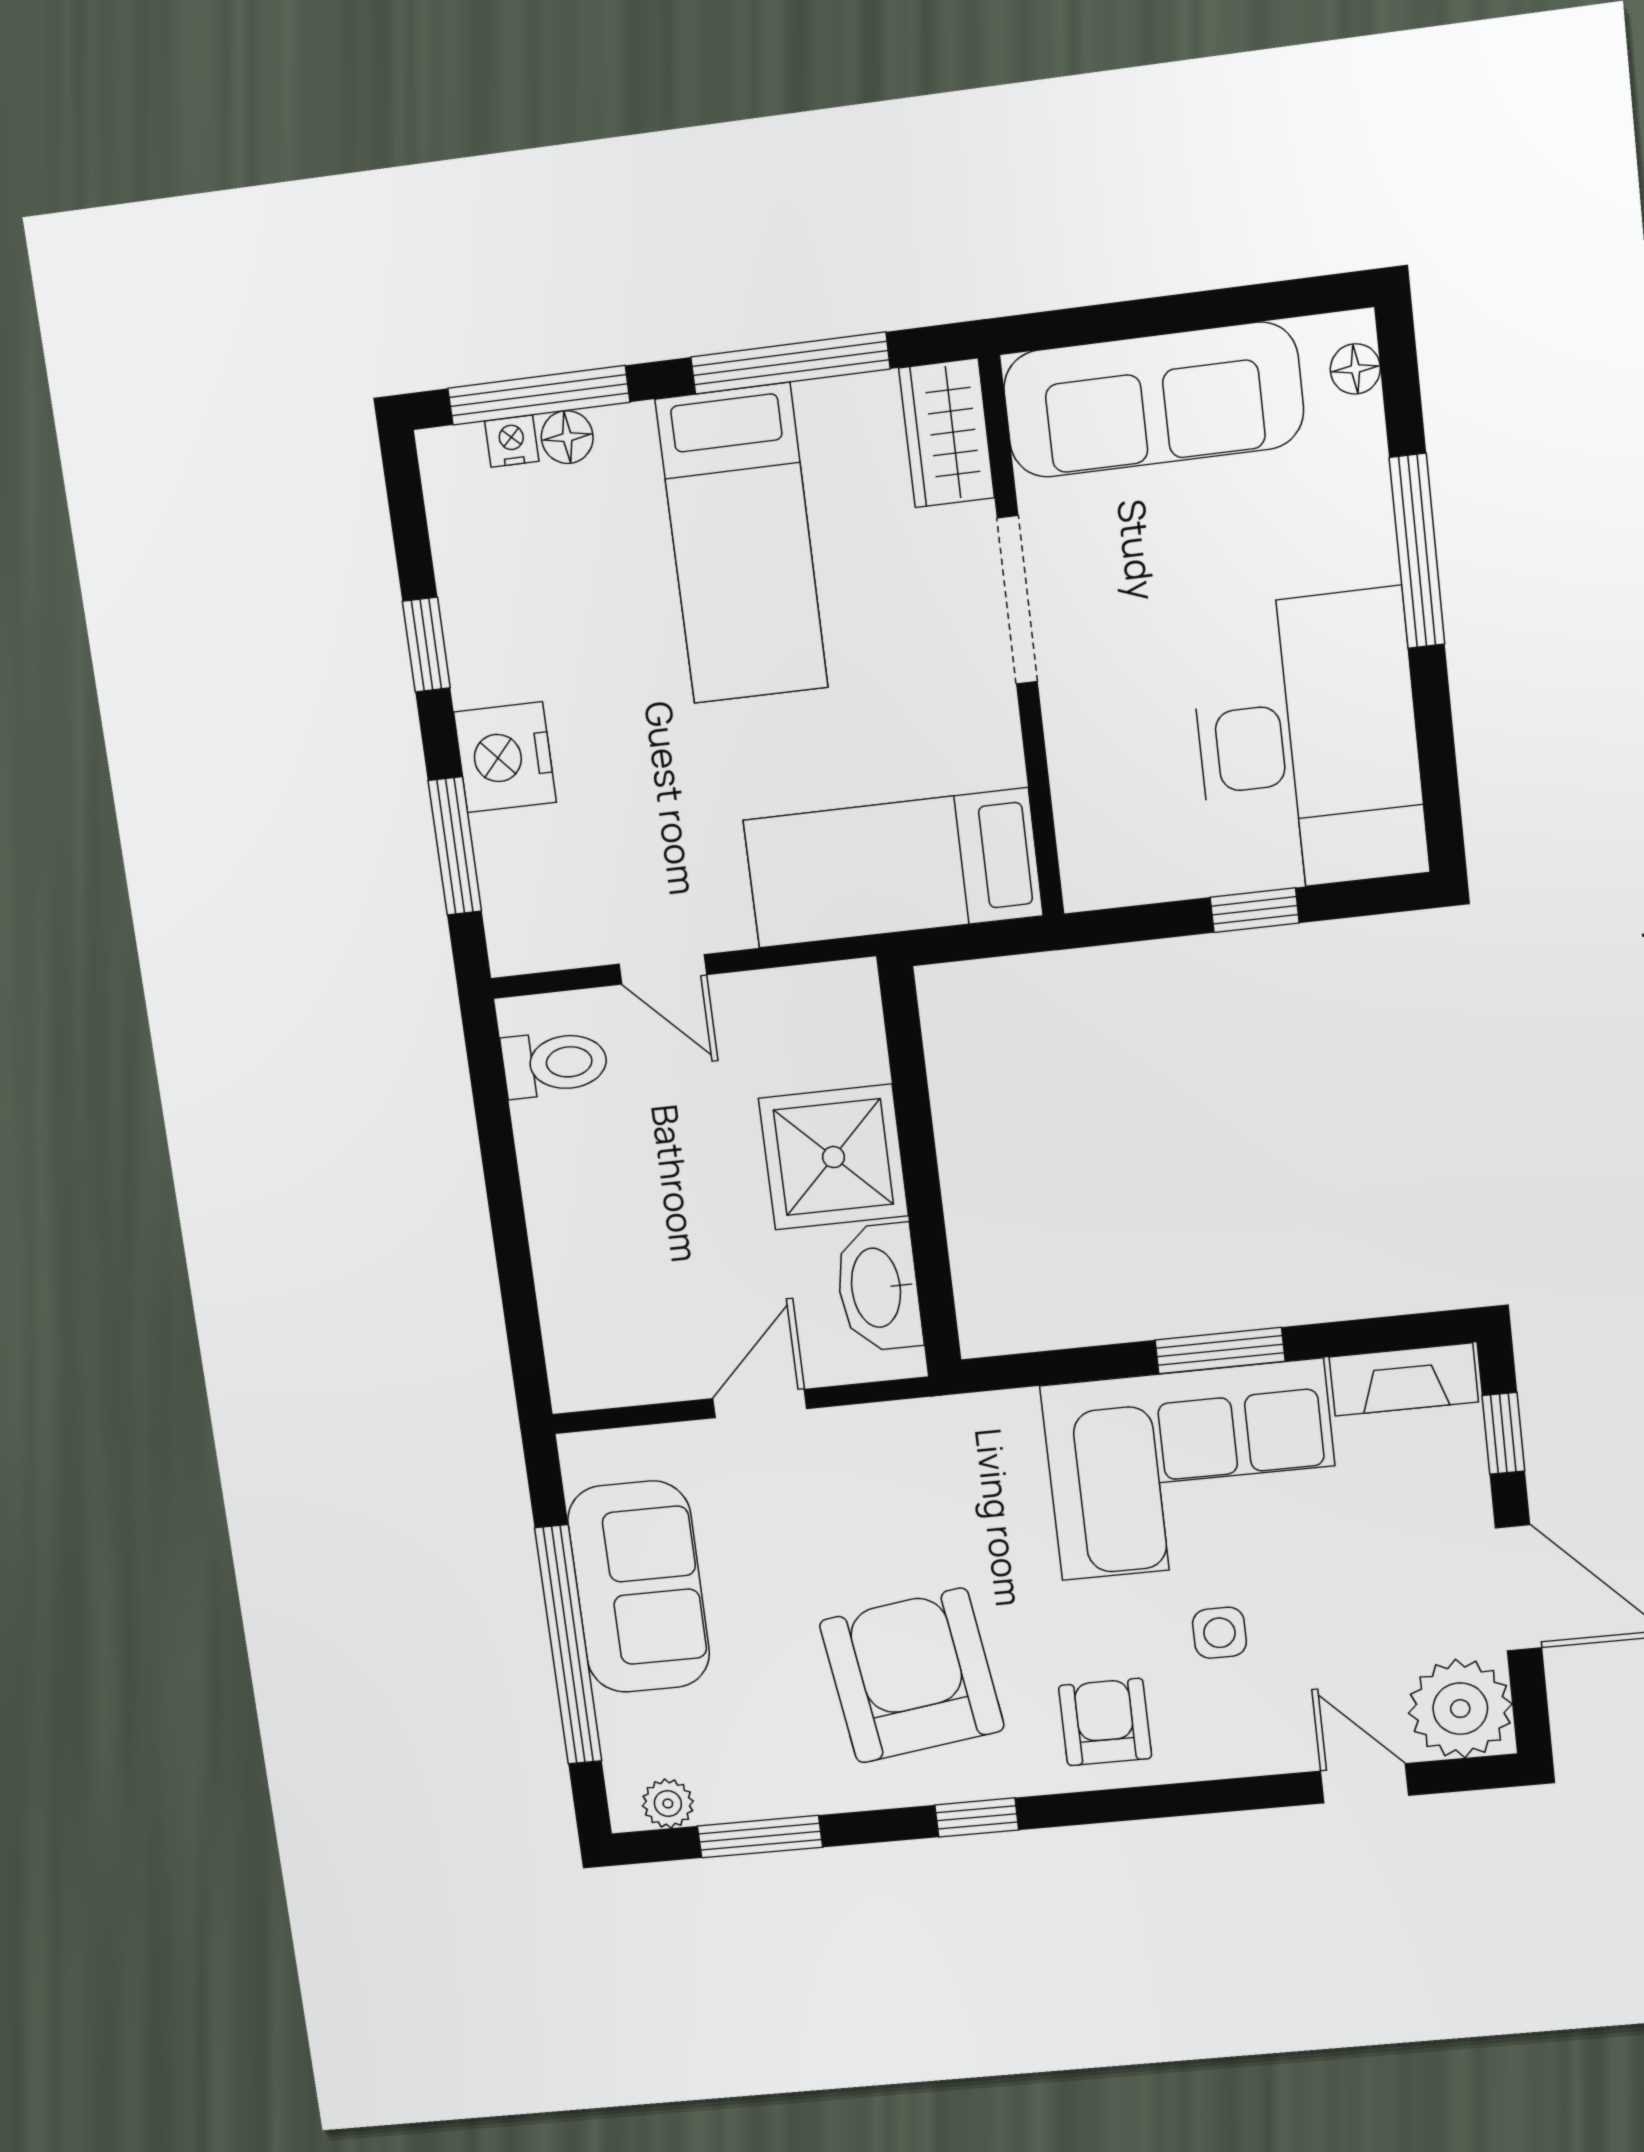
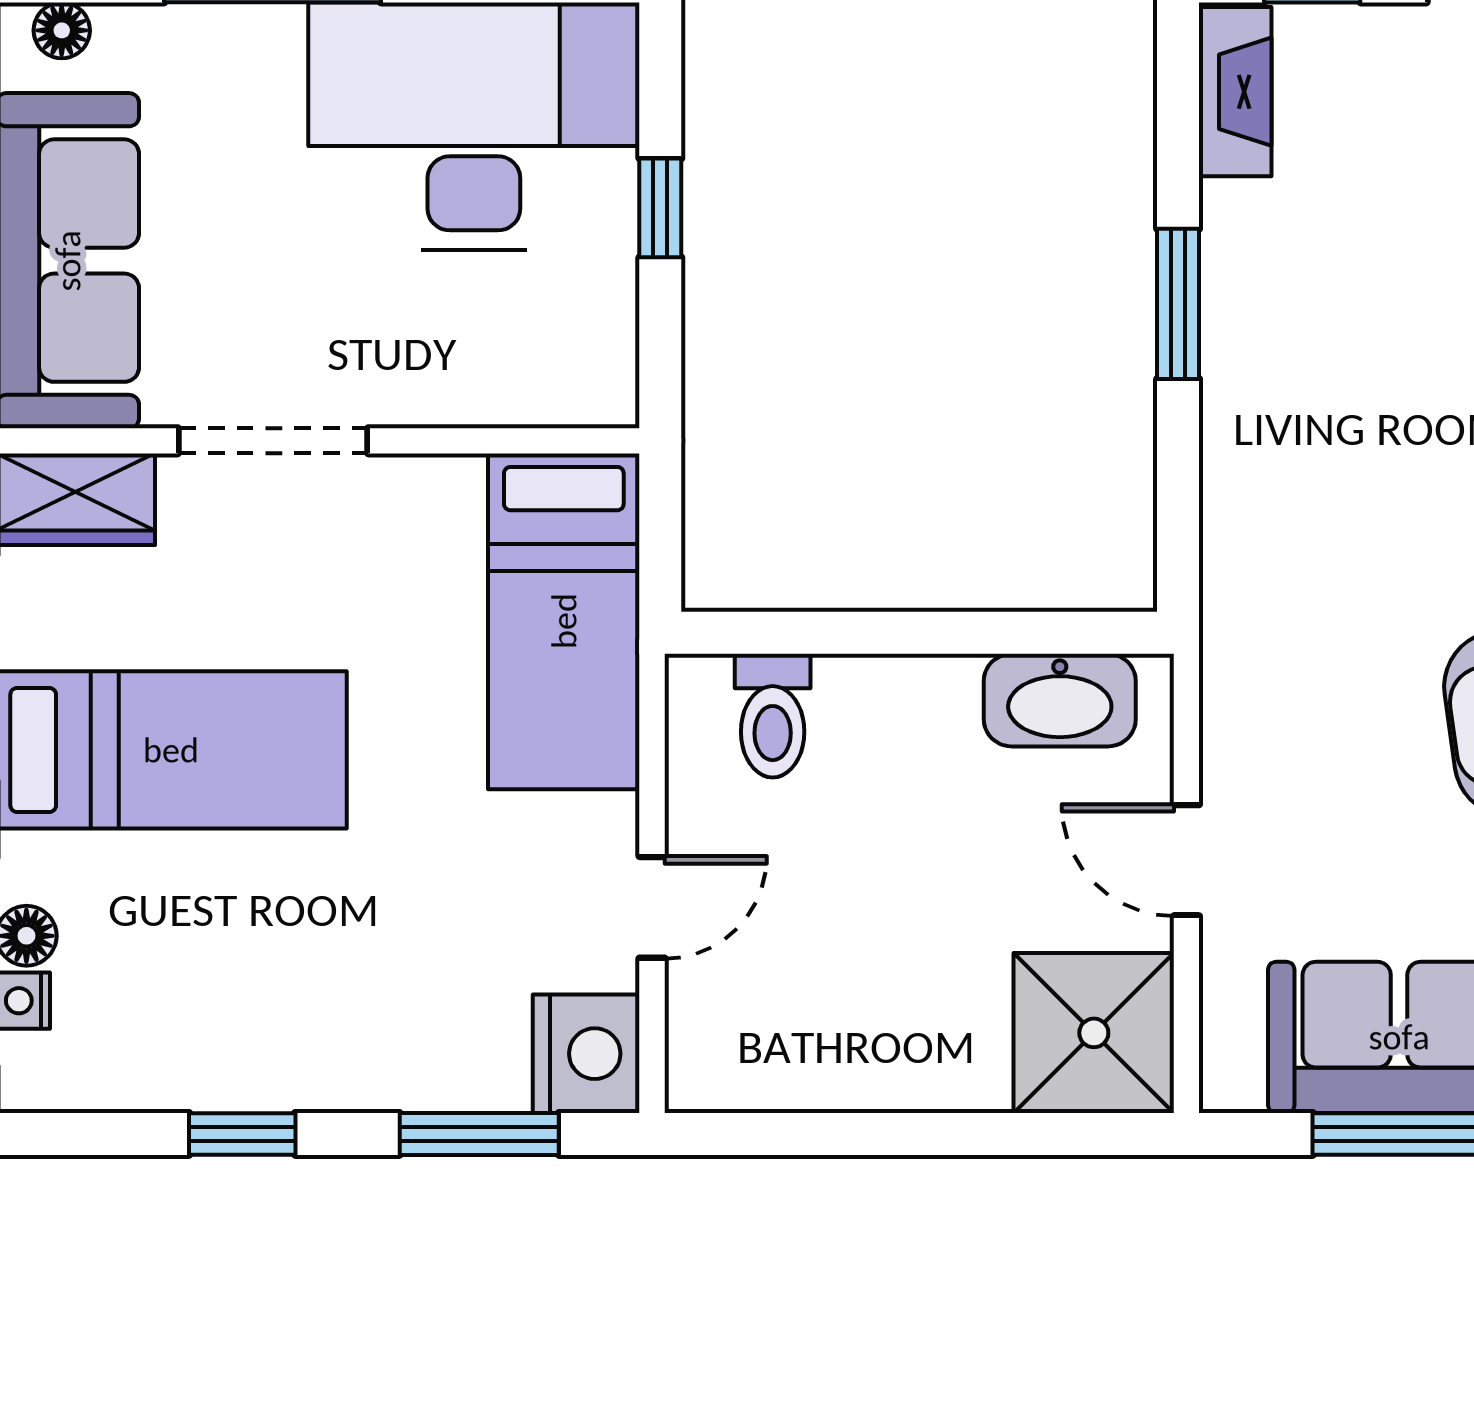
nightstand: (505, 757) -> (586, 1054), moved, turned -90
toilet: (555, 1063) -> (773, 716), moved, turned 180
shower: (834, 1157) -> (1094, 1033), moved
corner sofa: (1192, 1470) -> (1320, 353), removed

